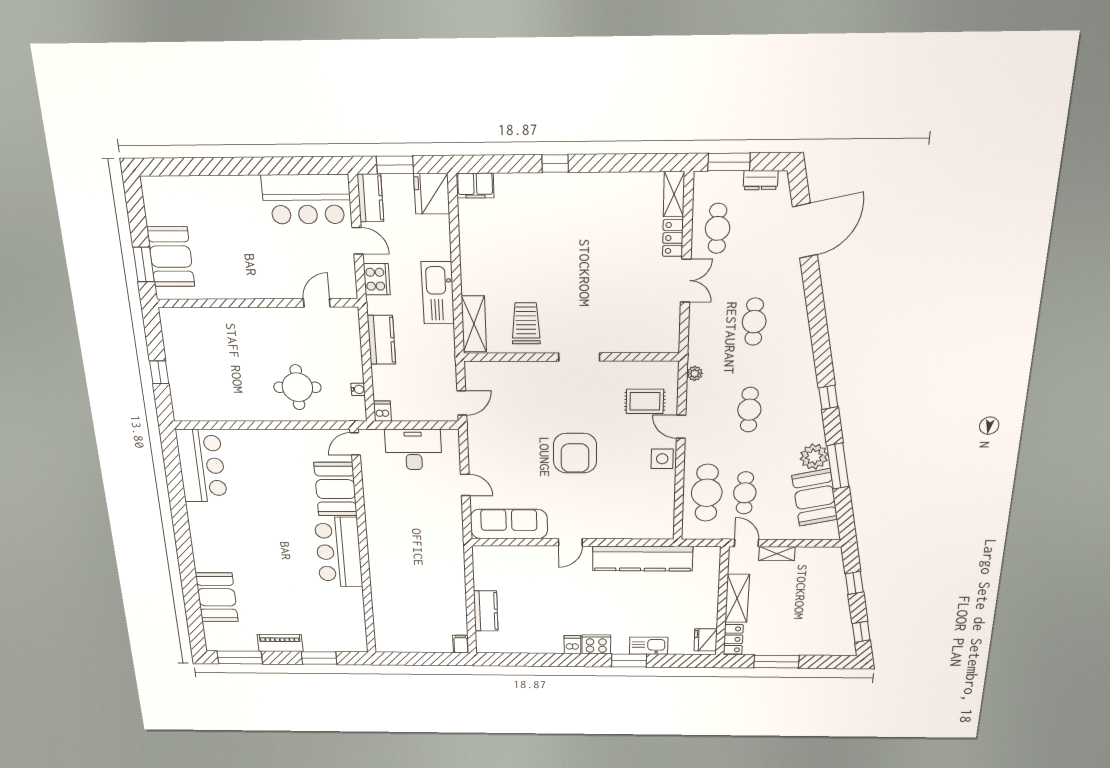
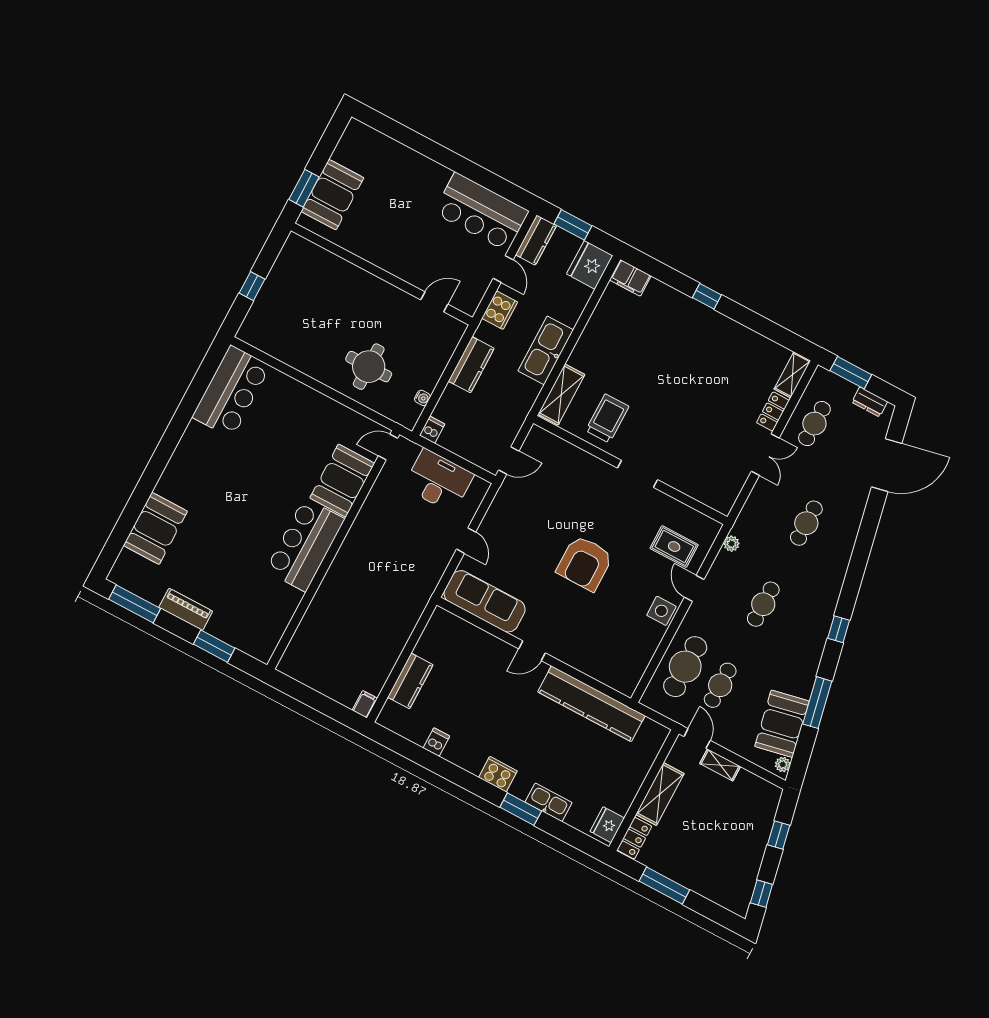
plant: (814, 457) -> (783, 765), moved, width x0.53, depth x0.53
dishwasher: (572, 645) -> (436, 742), moved

